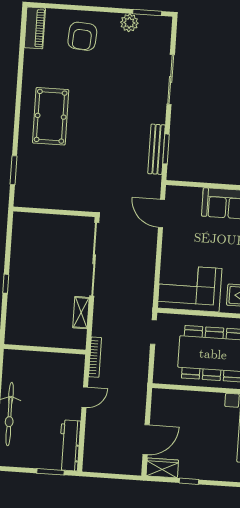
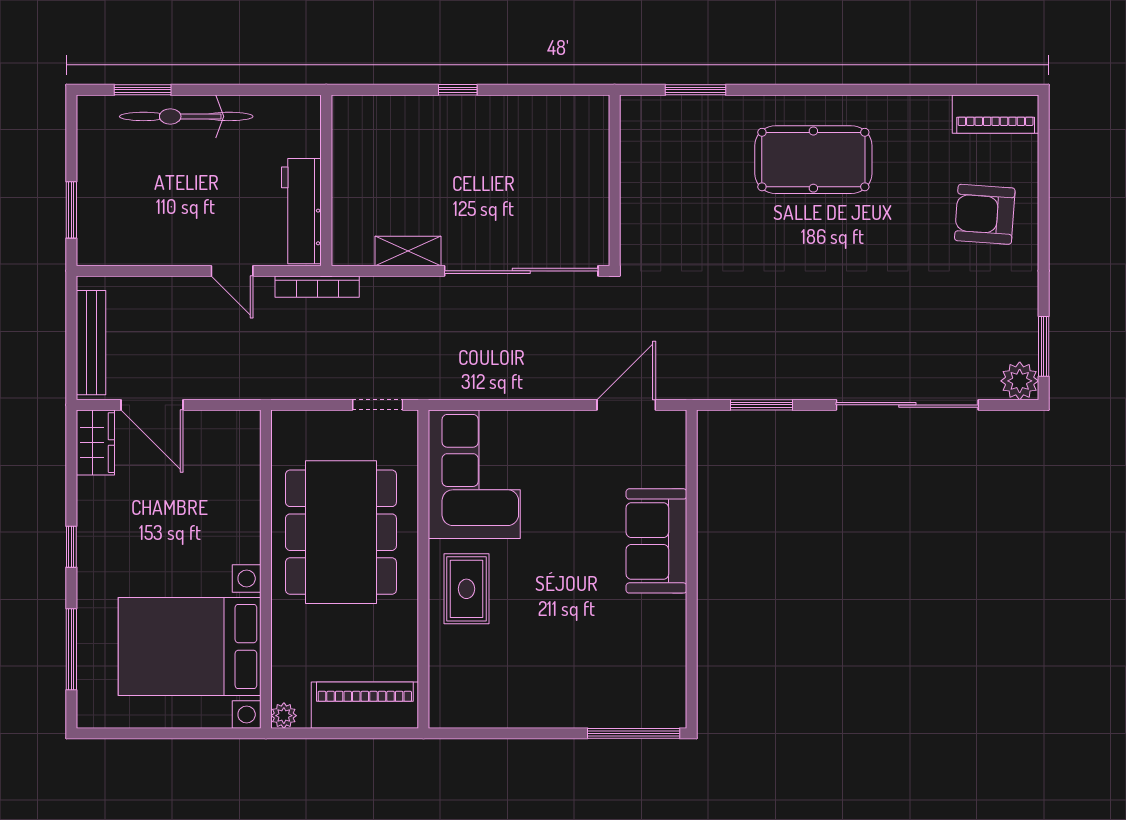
plant: (129, 23) -> (1020, 381), moved
sliding door: (171, 79) -> (907, 405), width x1.36
bench: (157, 149) -> (91, 343), moved, turned 90
workbench: (70, 445) -> (301, 211), moved, turned -90
window: (189, 481) -> (71, 547), moved

